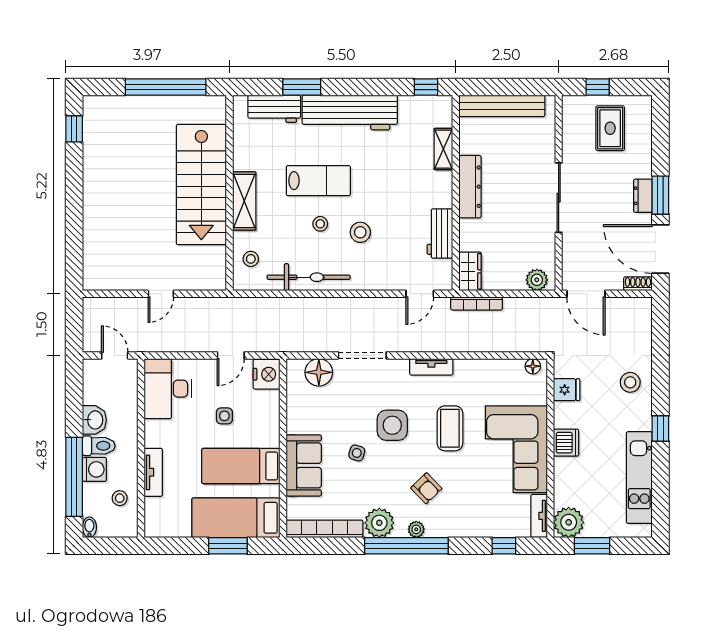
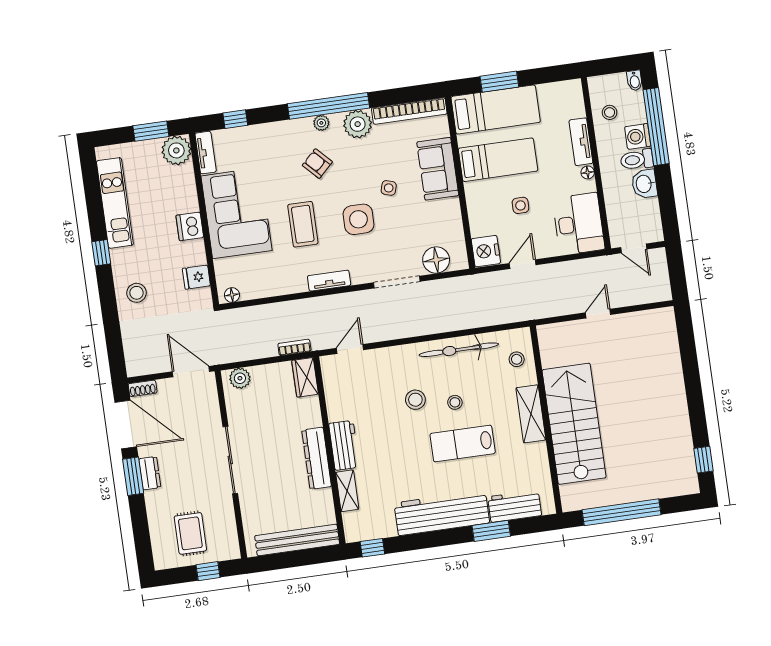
workbench: (440, 234) -> (344, 445), moved
bookcase: (477, 303) -> (294, 347), width x0.64
floor lamp: (151, 440) -> (588, 172), added

